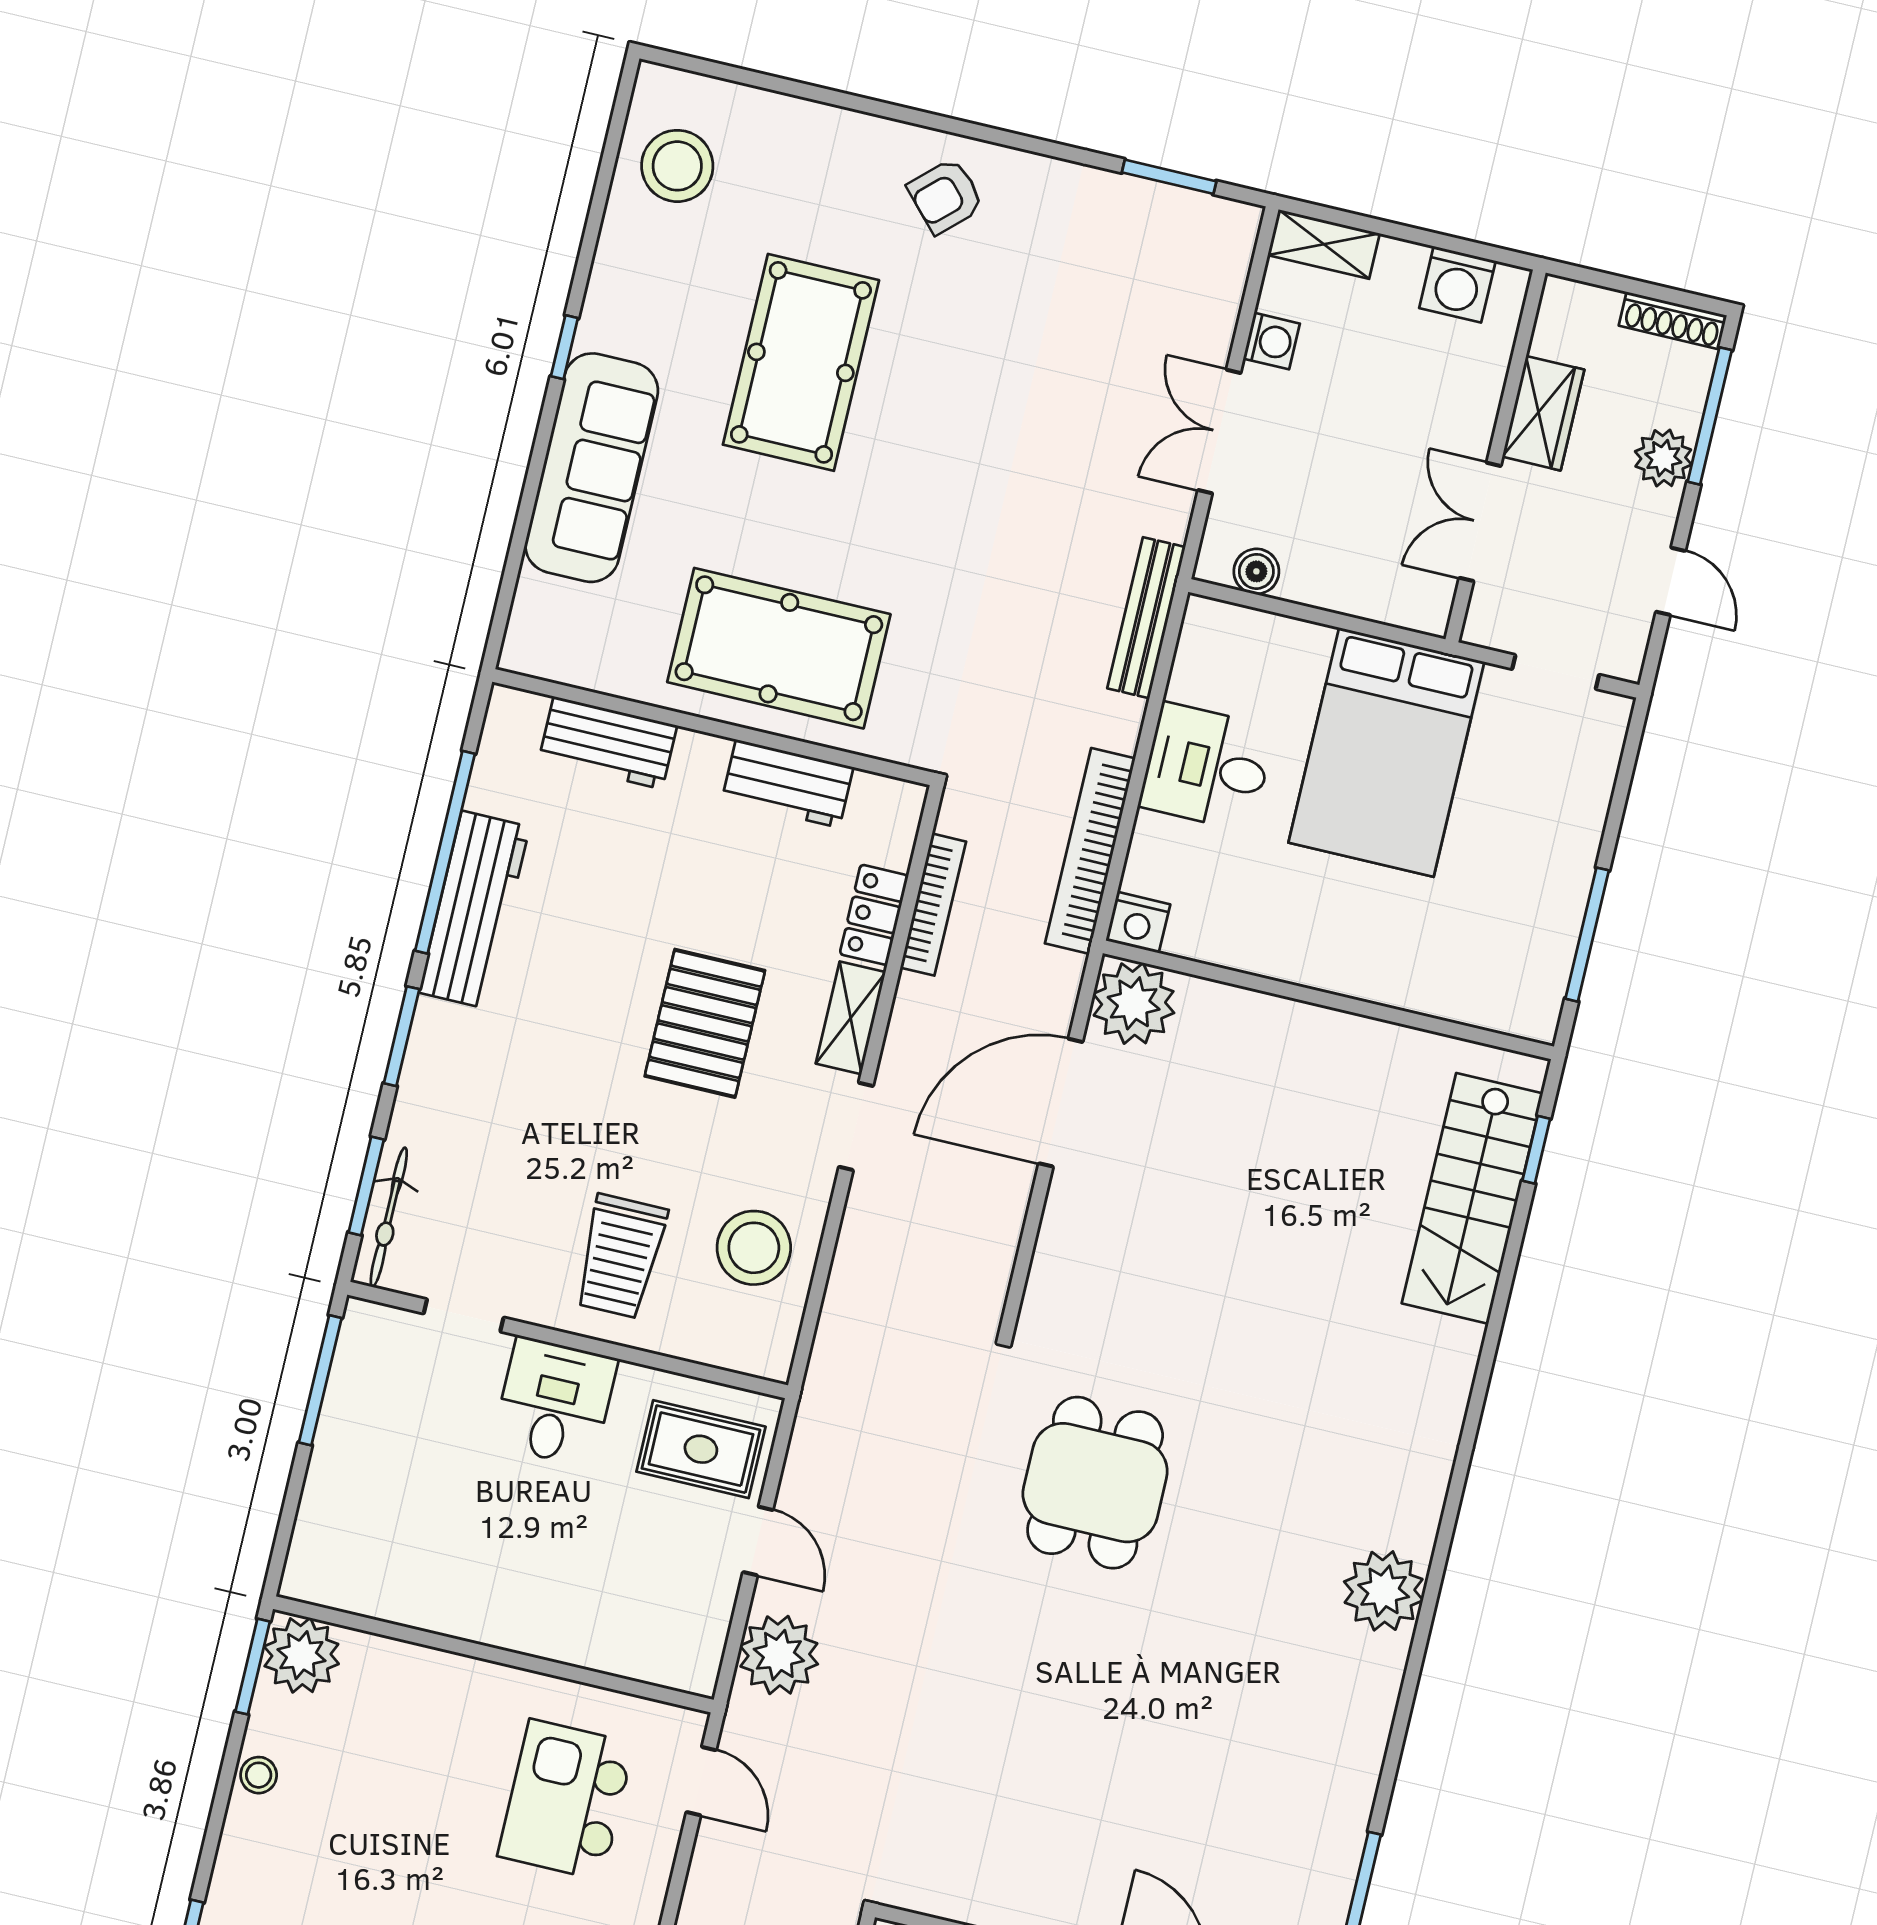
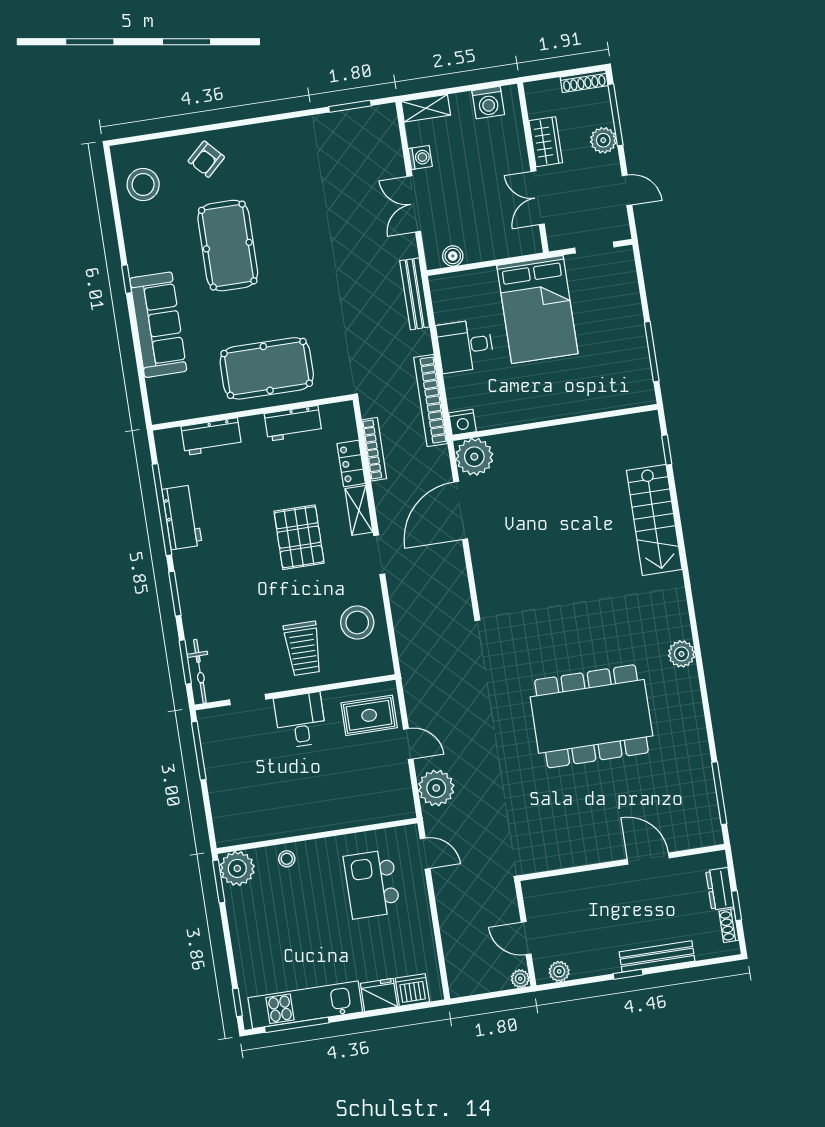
armchair: (946, 196) -> (206, 159), moved
workbench: (474, 910) -> (182, 517), width x0.73
stairs: (1472, 1198) -> (654, 520), moved
dining table: (1095, 1483) -> (591, 716), moved, width x1.88, depth x1.24
plant: (1384, 1591) -> (682, 654), width x0.73, depth x0.73
stool: (259, 1775) -> (287, 859), moved

